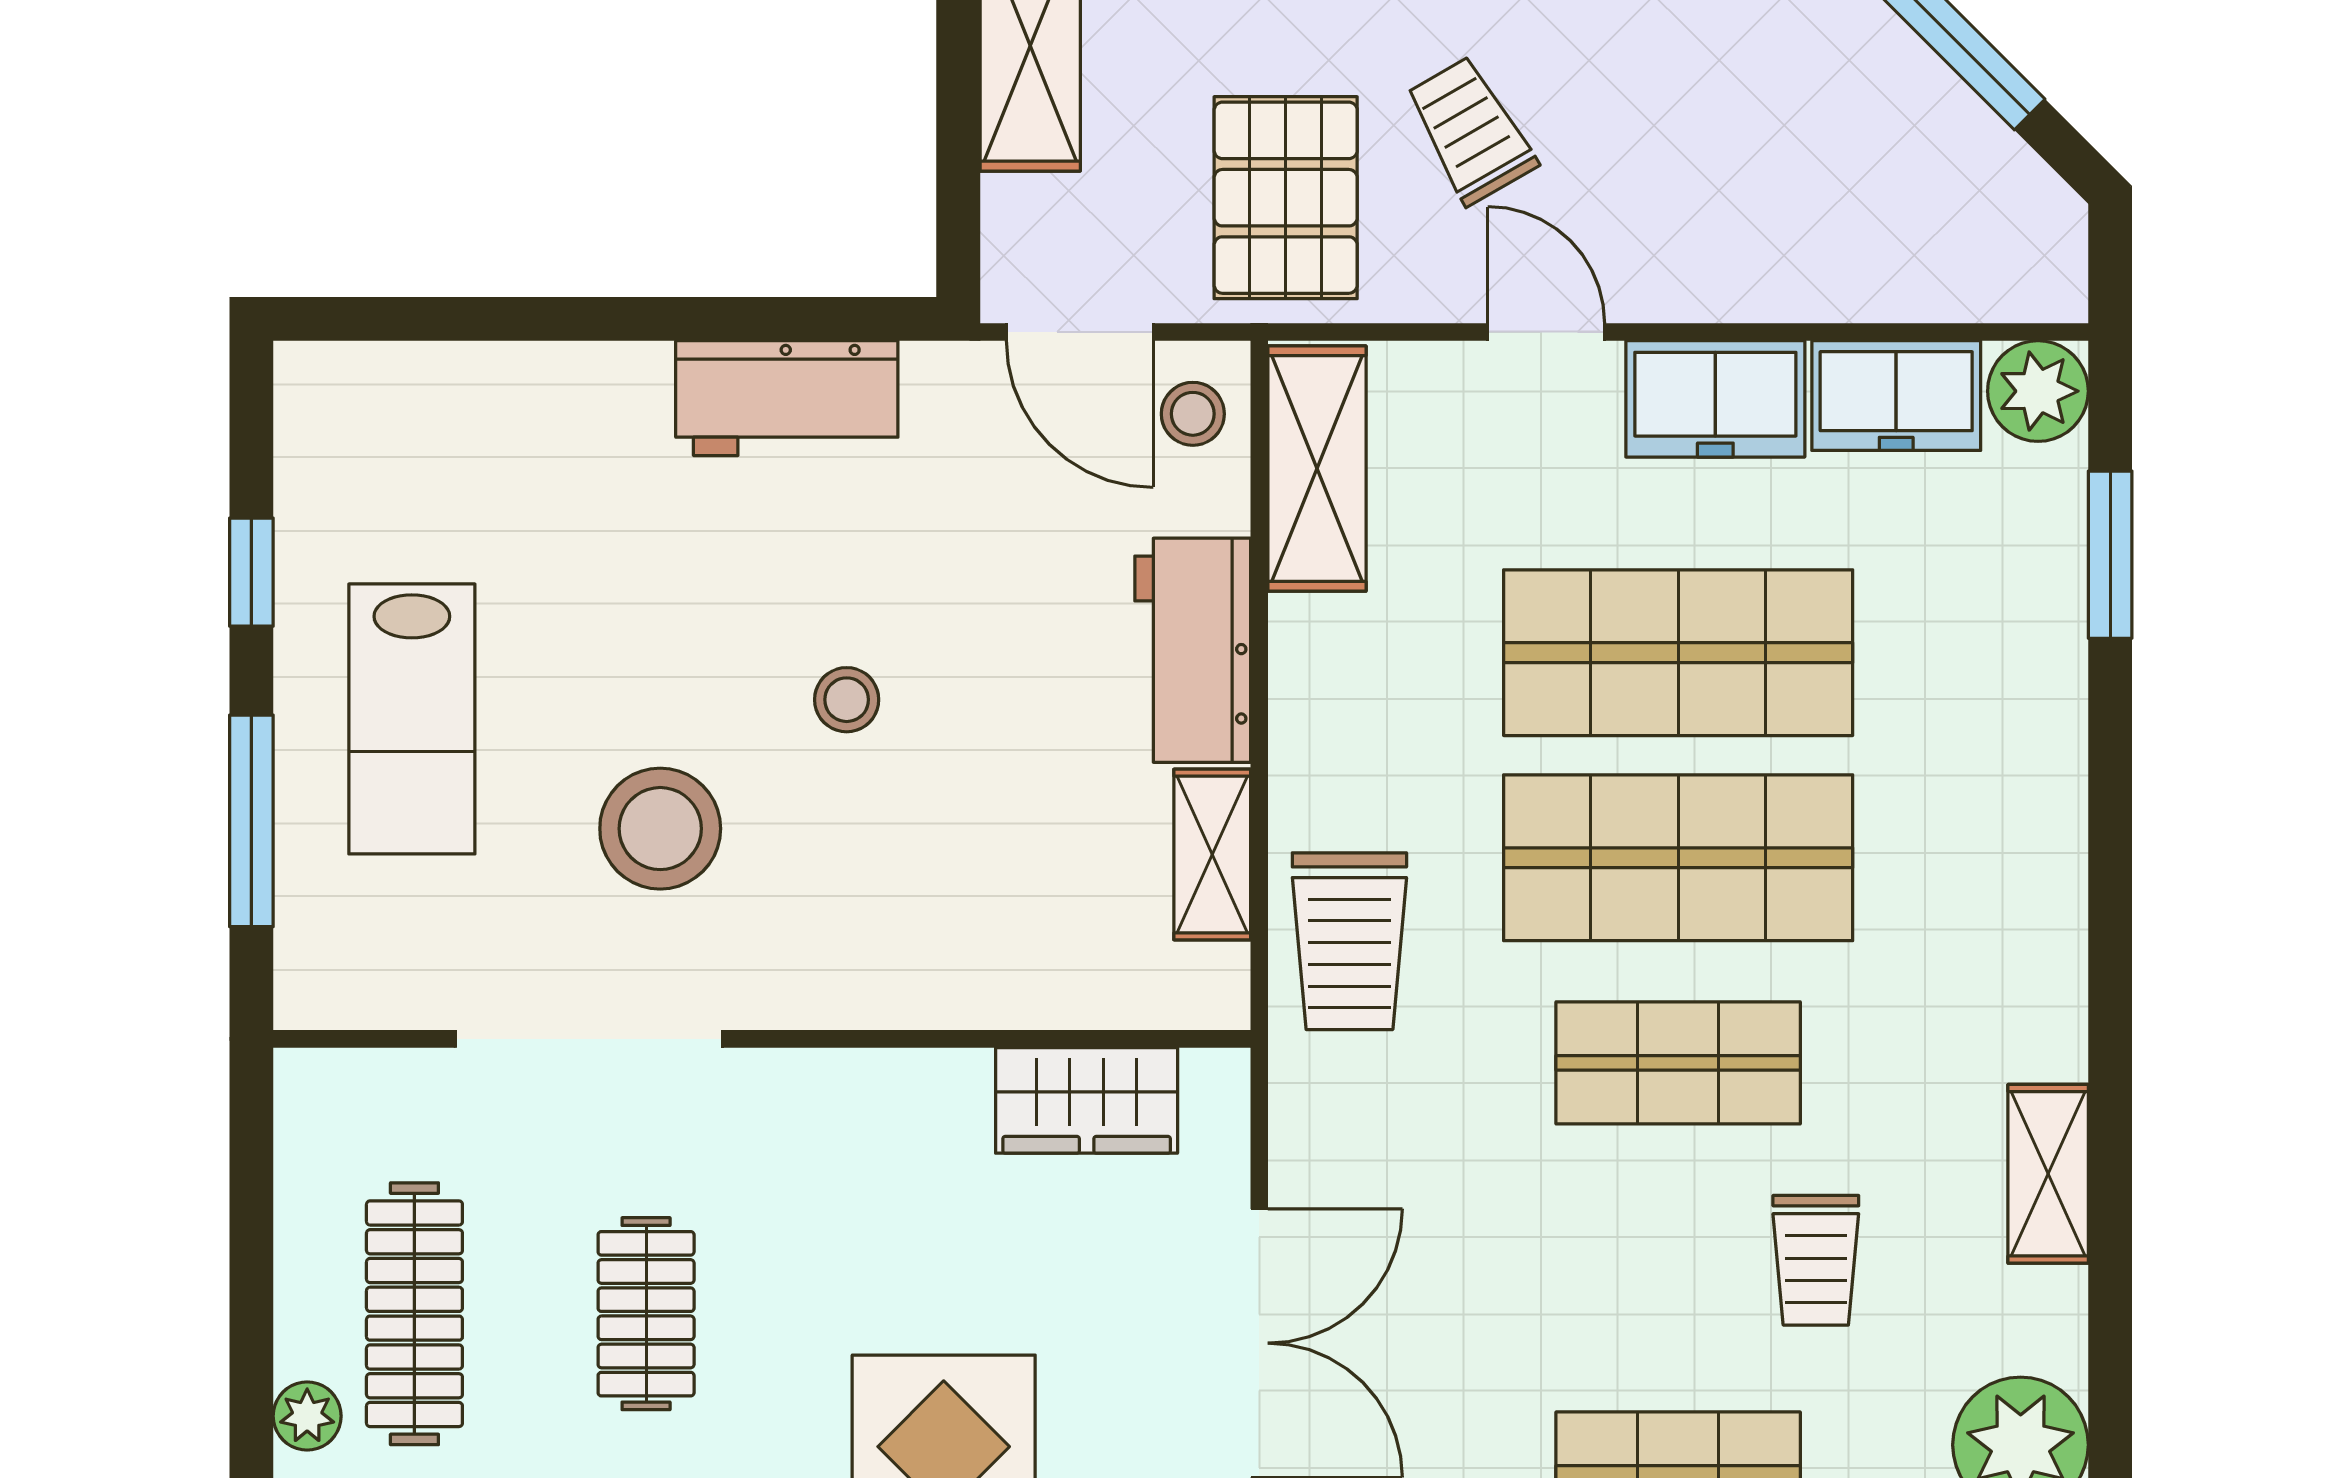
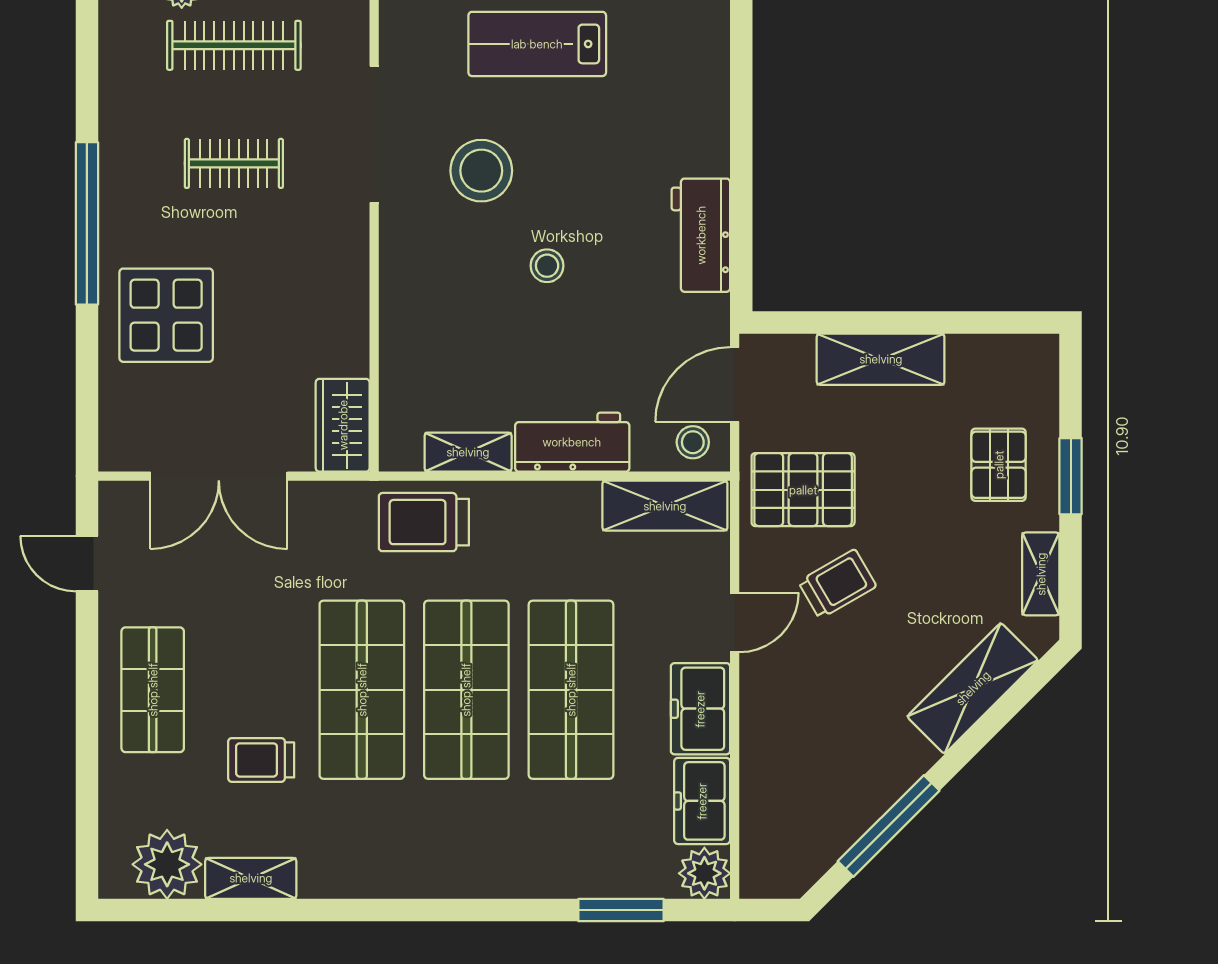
shop shelf: (1678, 1063) -> (362, 690), width x1.43, depth x1.36
wardrobe: (1087, 1100) -> (343, 425), moved
shelving: (2048, 1174) -> (251, 878), moved

